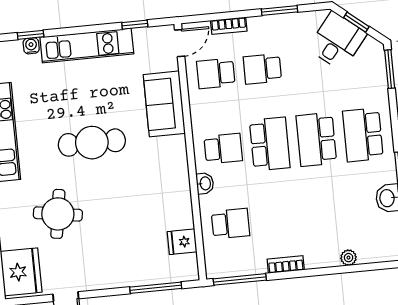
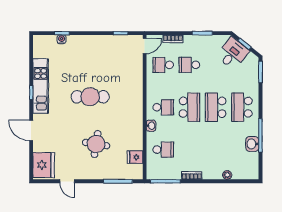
kitchen unit: (87, 46) -> (93, 42), removed
sofa: (164, 104) -> (133, 79), removed
round table: (58, 214) -> (96, 144), moved

